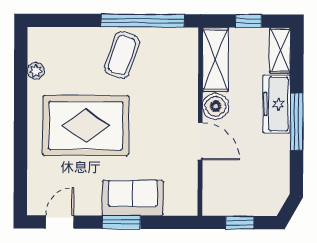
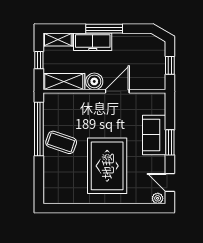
plant: (36, 71) -> (158, 198), moved

